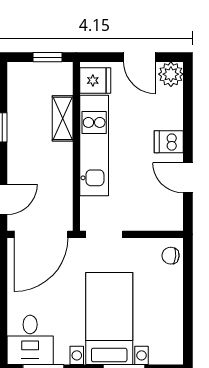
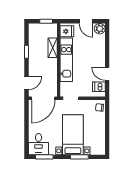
dishwasher: (169, 142) -> (99, 87), moved

